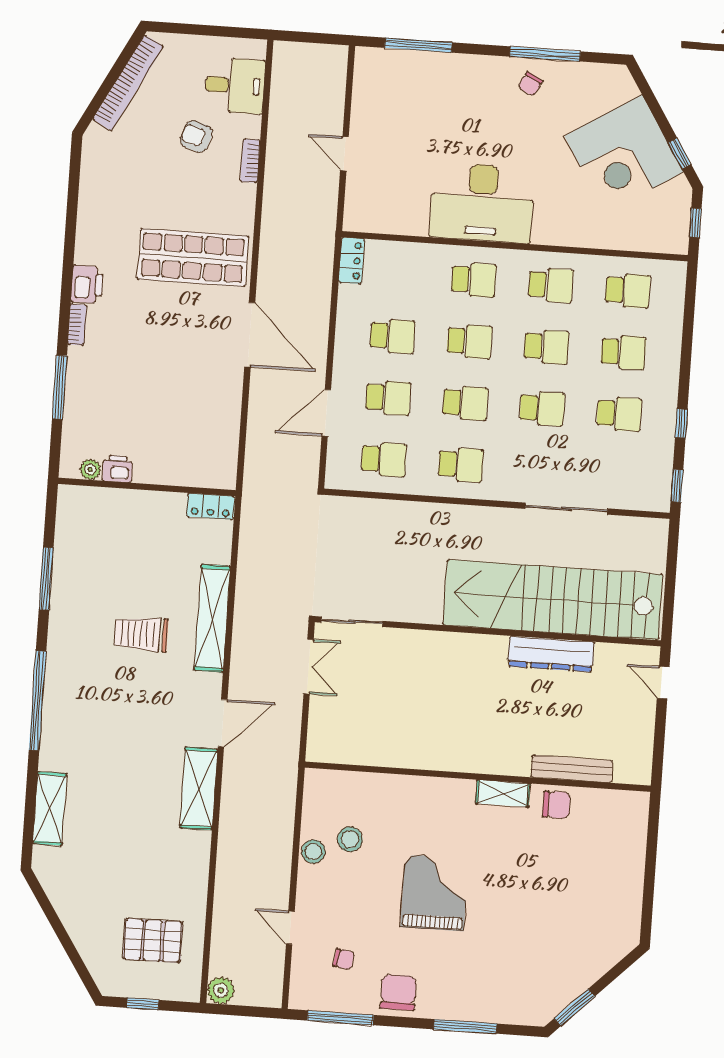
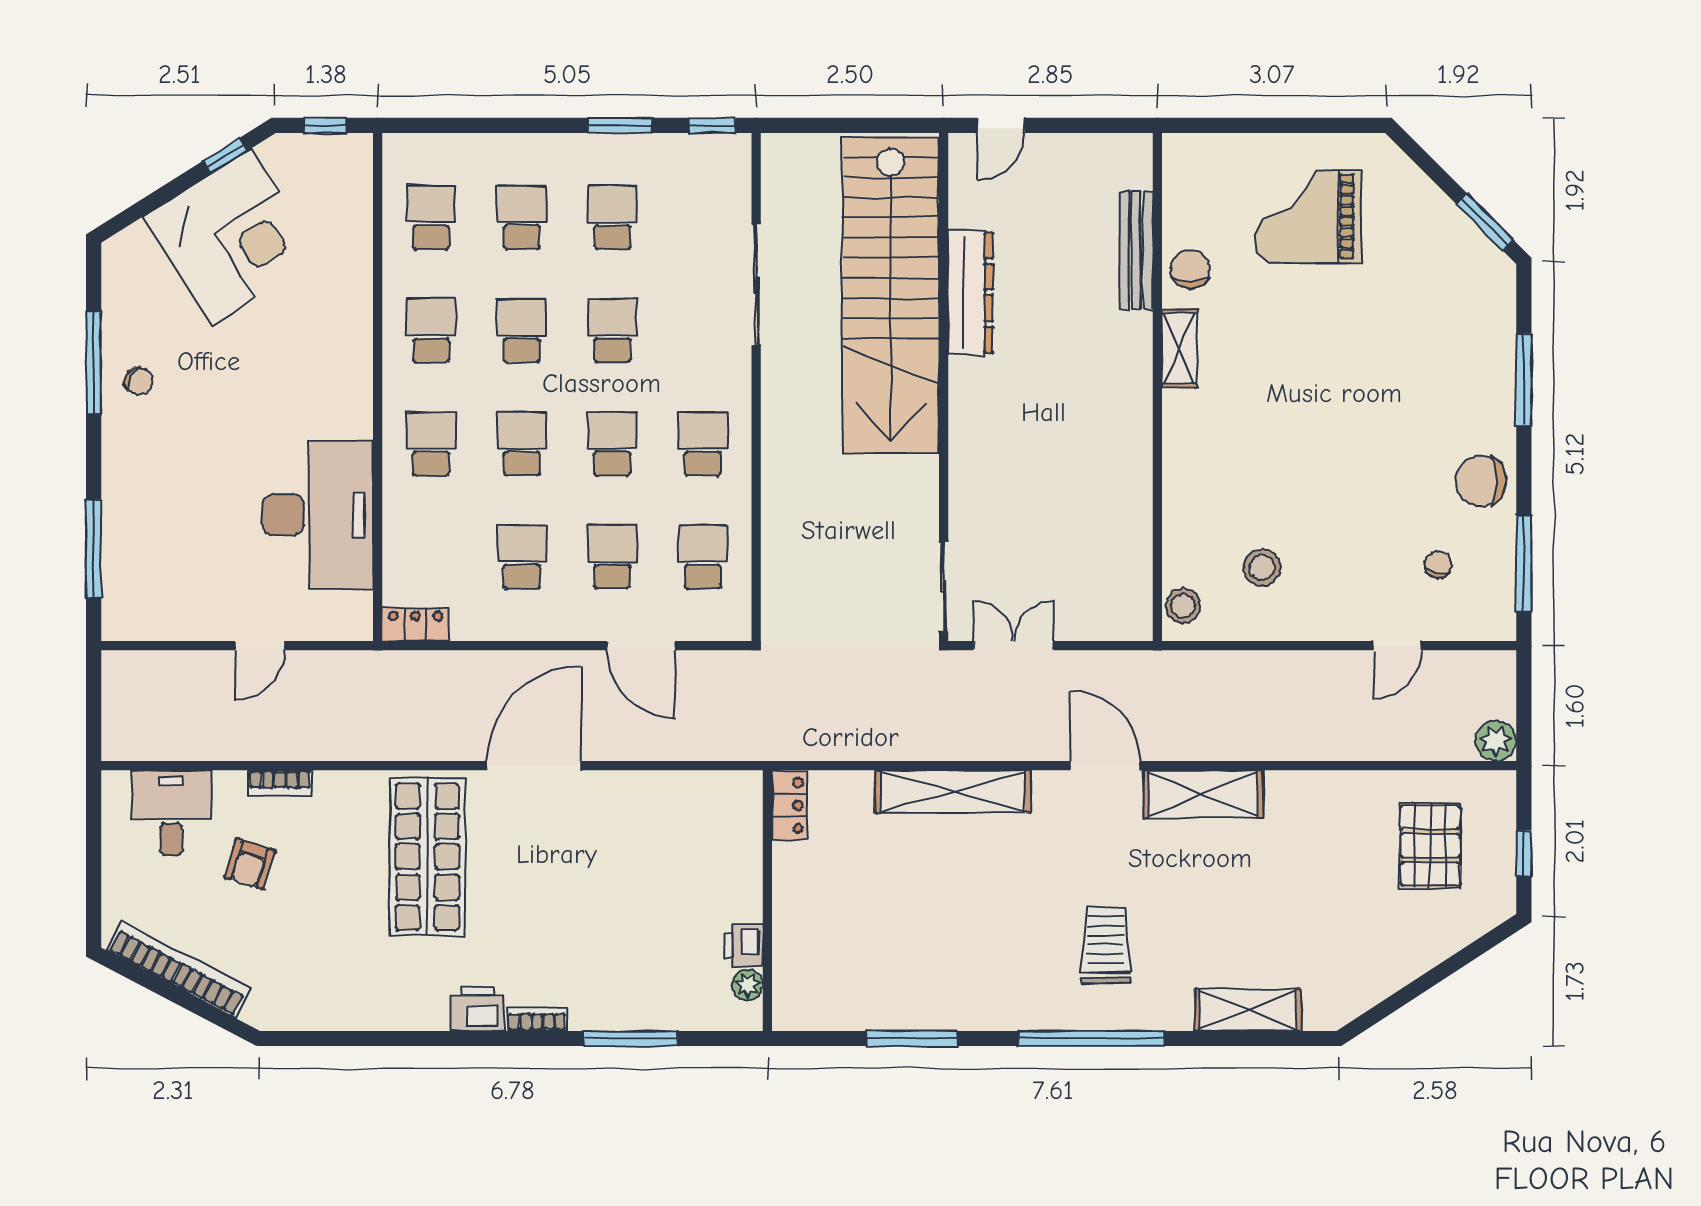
desk: (482, 203) -> (318, 515), moved
window: (681, 423) -> (620, 125), width x1.50
trolley: (141, 634) -> (1106, 945), moved, turned 180
stool: (313, 852) -> (1183, 606), moved
grand piano: (434, 893) -> (1308, 216), moved

